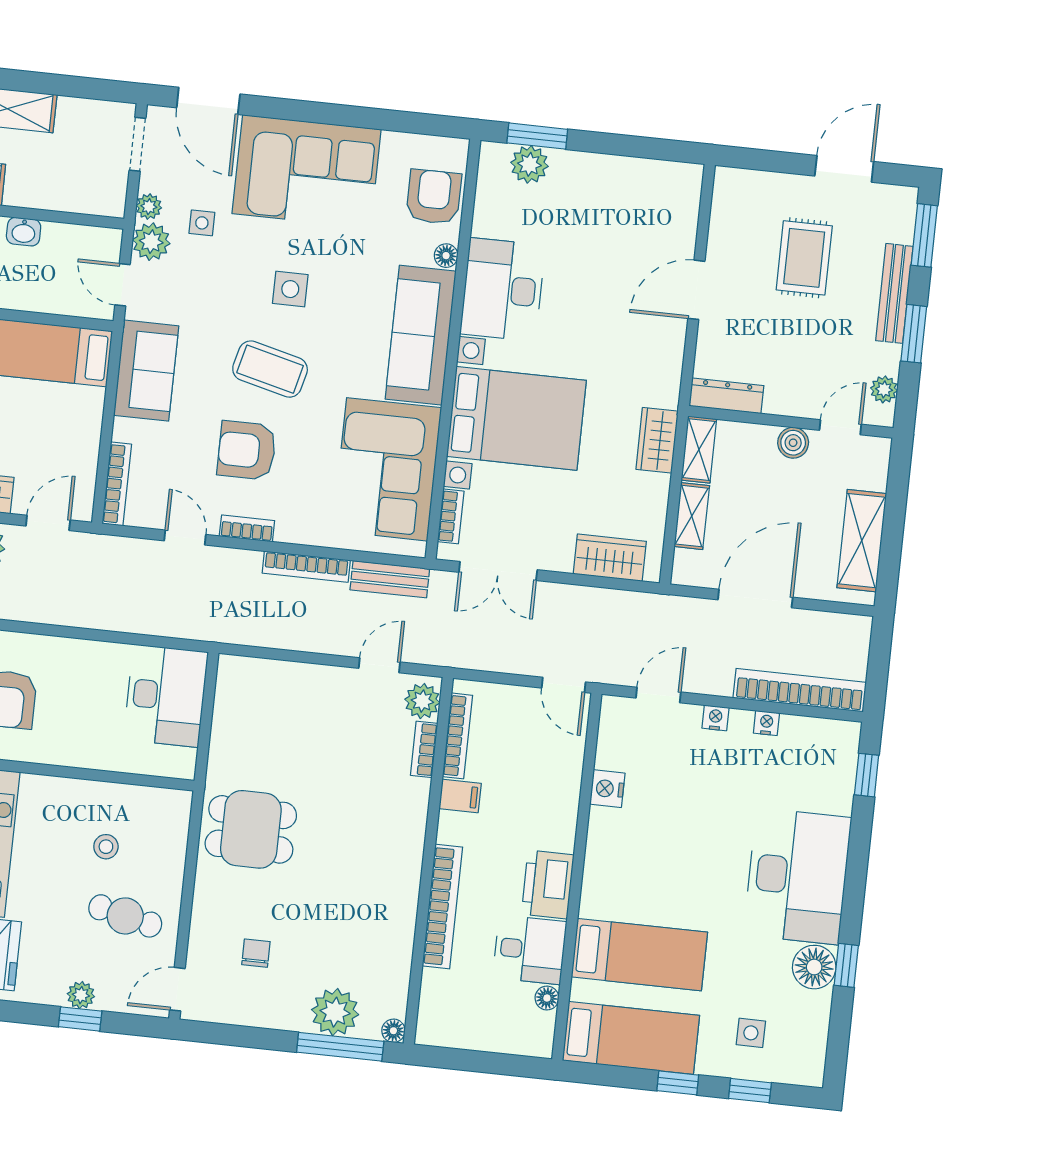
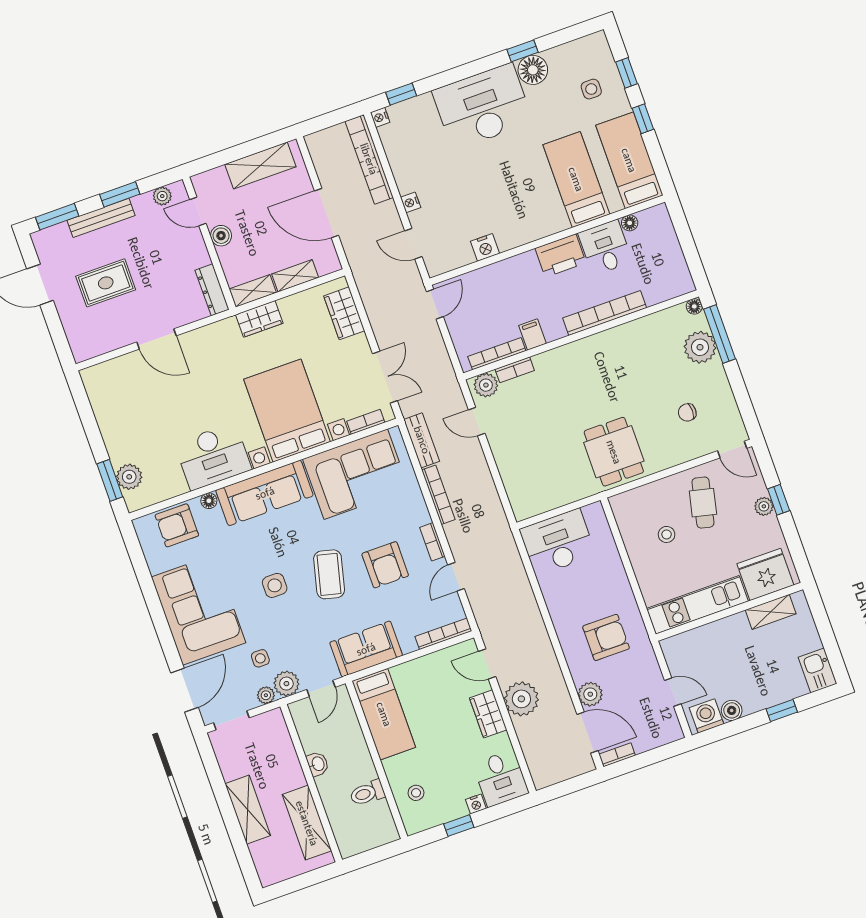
nightstand: (766, 723) -> (380, 117), moved

